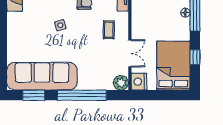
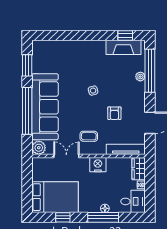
double door: (130, 53) -> (66, 156), swing flipped
sofa: (42, 76) -> (45, 107), moved
nightstand: (139, 82) -> (98, 165), moved

